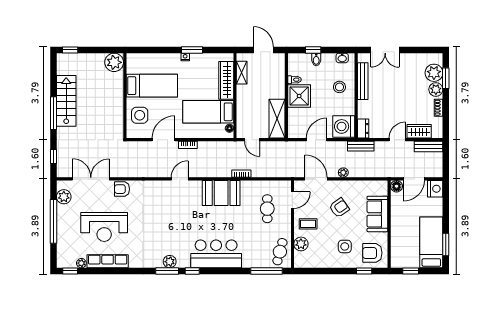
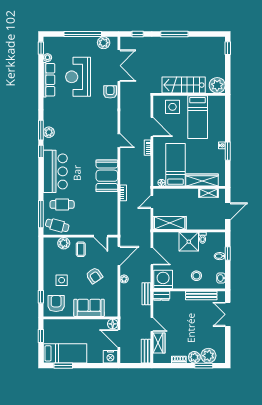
stairs: (66, 101) -> (184, 85), moved, turned 180
cafe table: (267, 209) -> (62, 204), moved

